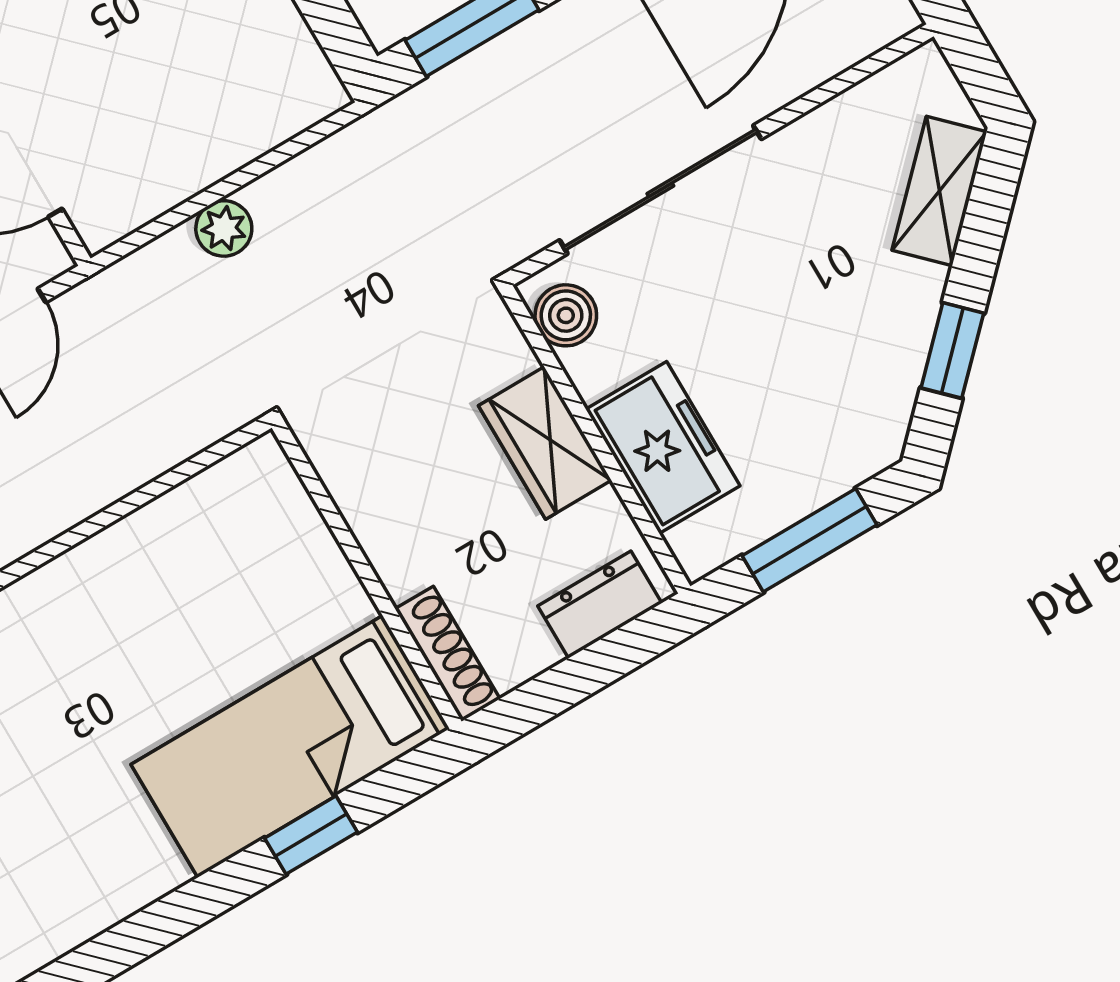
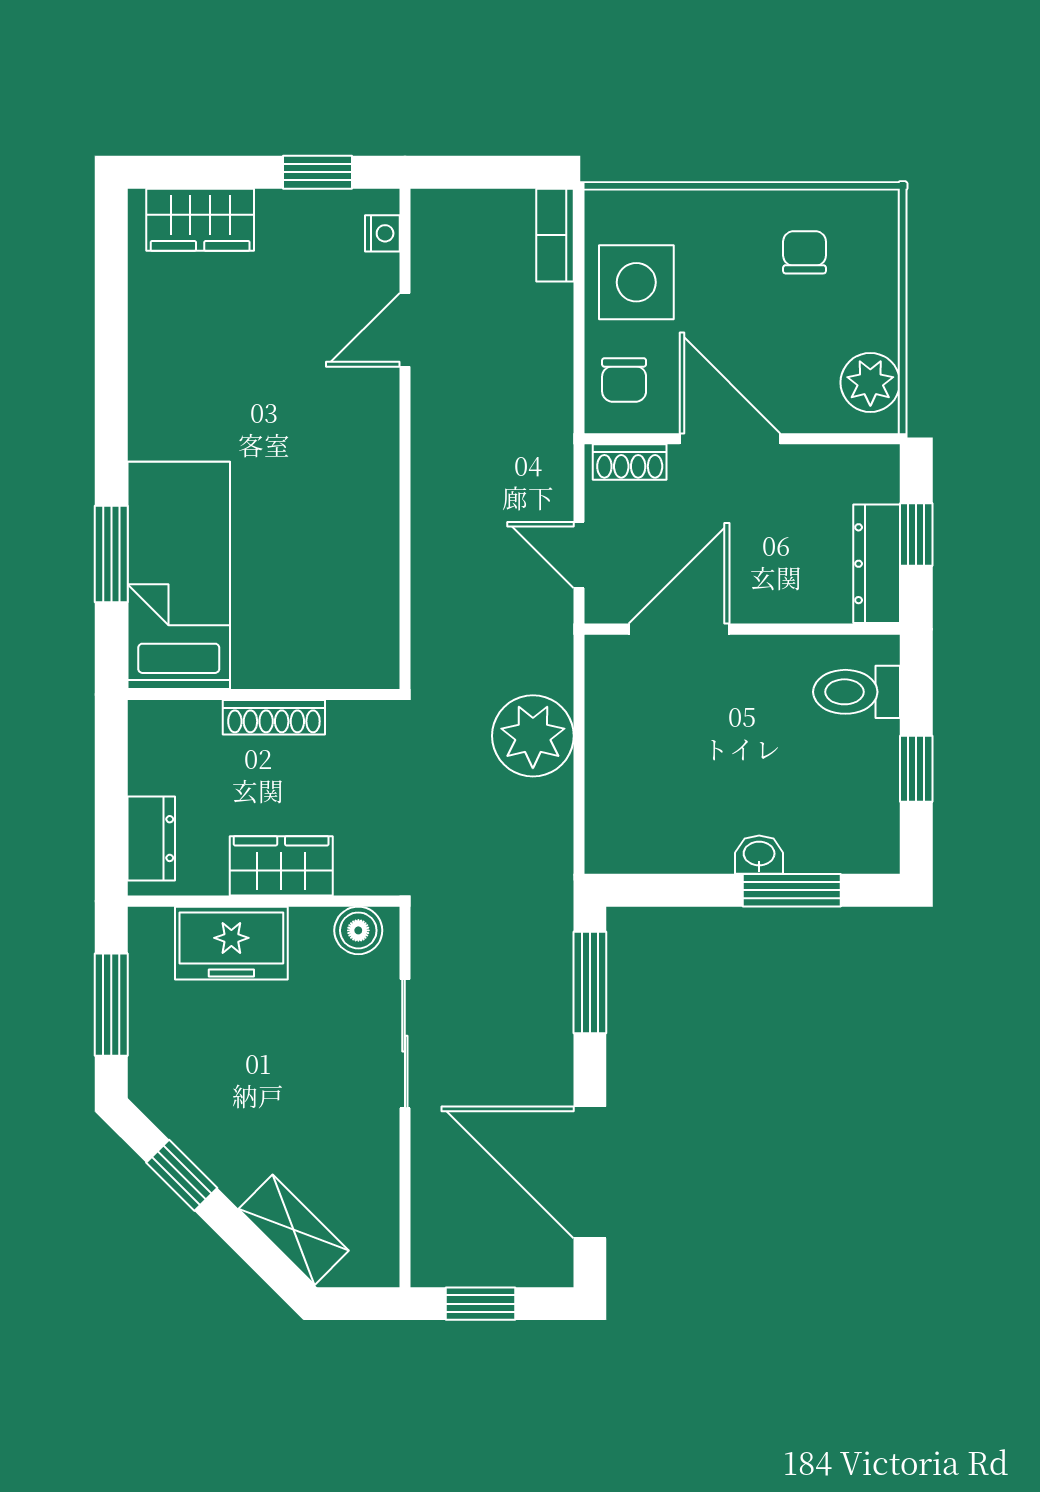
sliding door: (660, 190) -> (405, 1044), width x0.73
plant: (224, 228) -> (533, 736), width x1.87, depth x1.87
shoe rack: (447, 654) -> (274, 717), moved
window: (311, 835) -> (111, 554), width x1.50

